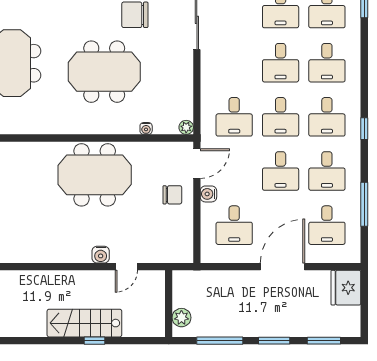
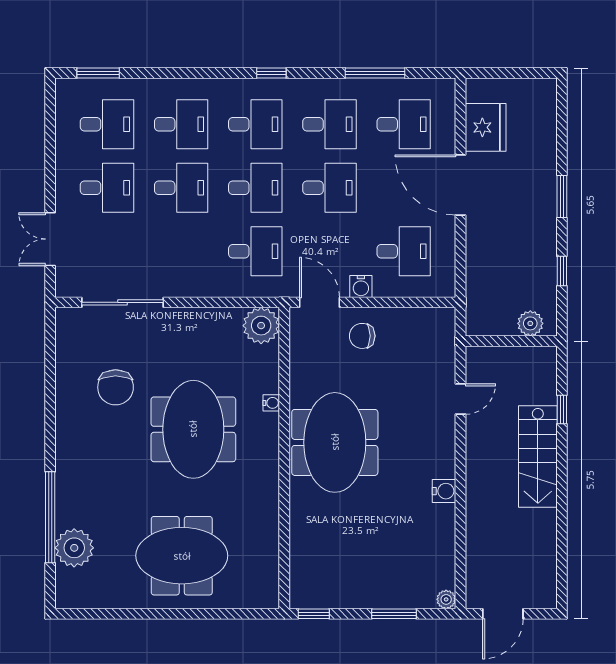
plant: (186, 127) -> (261, 326), width x1.87, depth x1.87
water cooler: (146, 128) -> (271, 403), moved
chair: (172, 195) -> (362, 336), turned -90
water cooler: (101, 255) -> (444, 491), moved
door: (126, 267) -> (460, 399), hinge flipped
fridge: (346, 288) -> (486, 127), moved, turned -90
window: (95, 341) -> (562, 410), moved
window: (220, 341) -> (562, 271), width x0.46
window: (324, 341) -> (562, 128), removed

